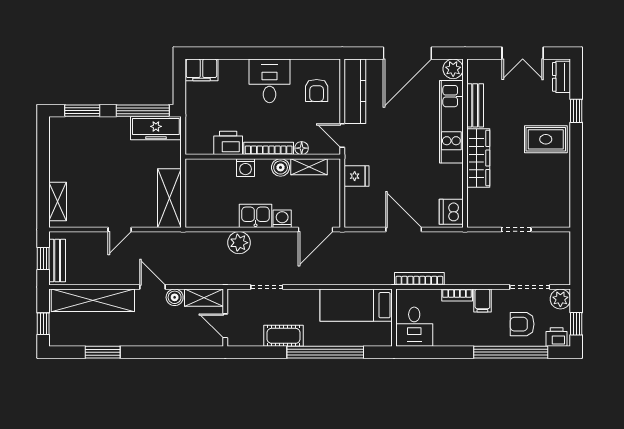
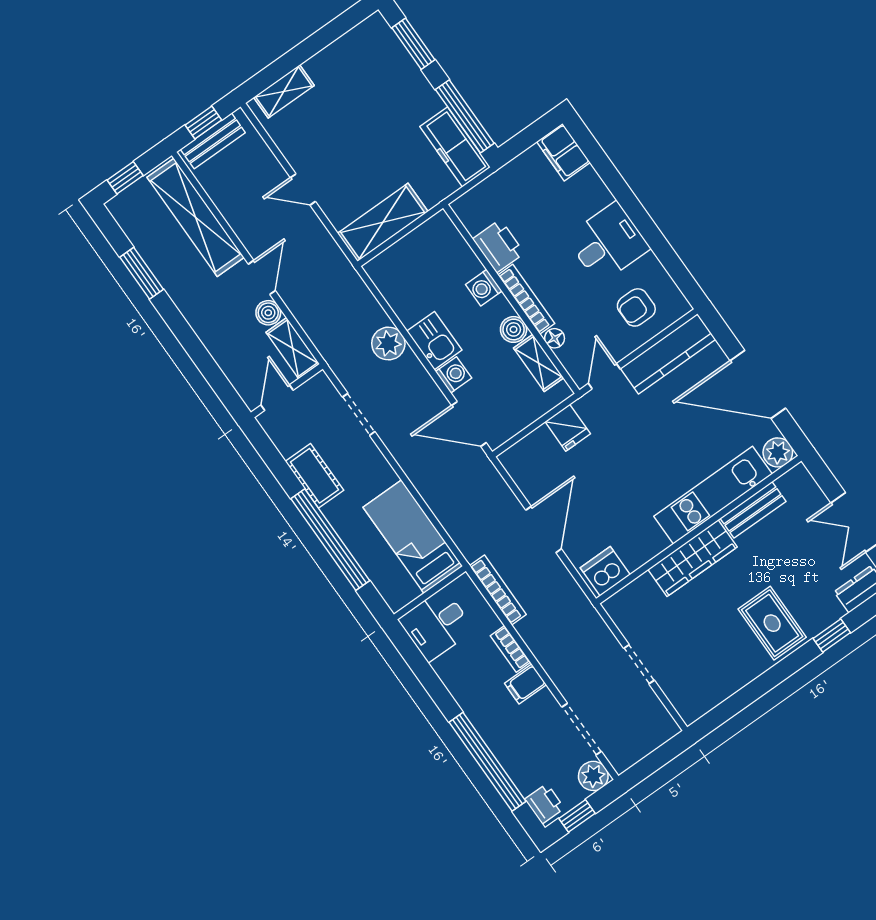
armchair: (522, 324) -> (531, 751), removed

